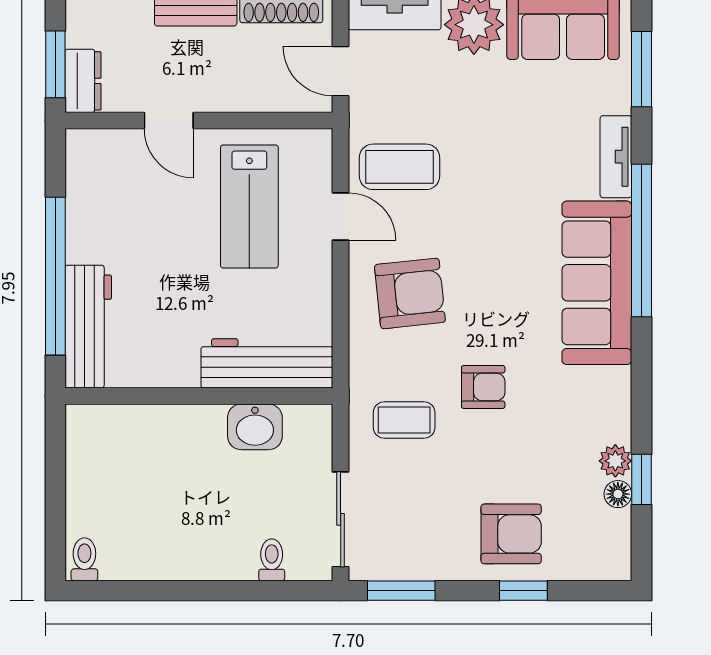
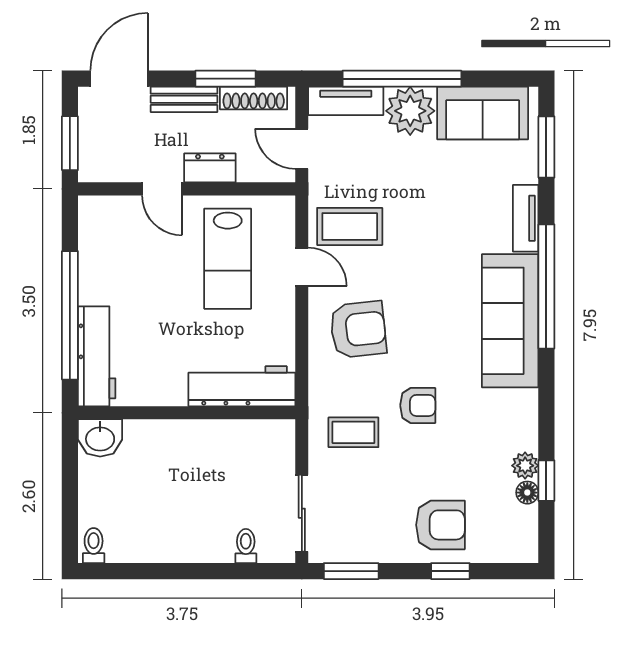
dresser: (83, 81) -> (210, 168), moved, turned -90
washbasin: (255, 427) -> (100, 438), moved

